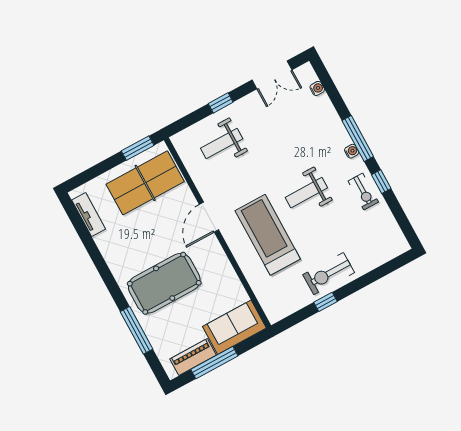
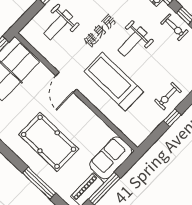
exercise bike: (329, 274) -> (168, 96), width x0.73, depth x0.72
pool table: (164, 283) -> (49, 142), turned 90

